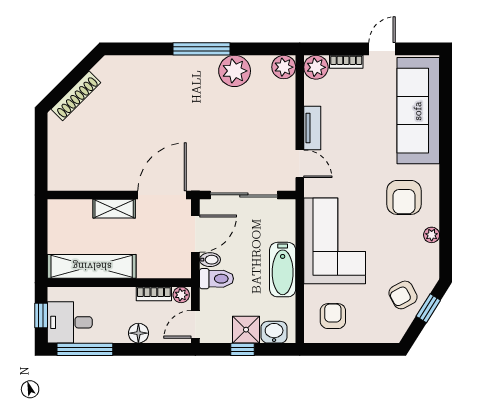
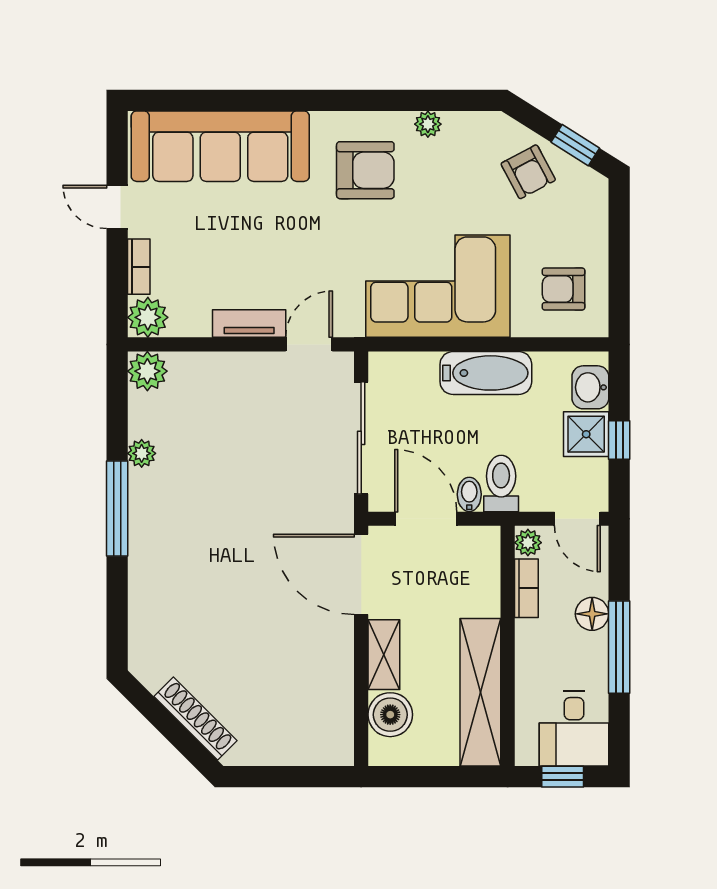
plant: (235, 71) -> (142, 453), width x0.53, depth x0.53
boiler: (78, 212) -> (390, 715), added
window: (428, 308) -> (575, 145), moved
window: (85, 349) -> (619, 647), moved

